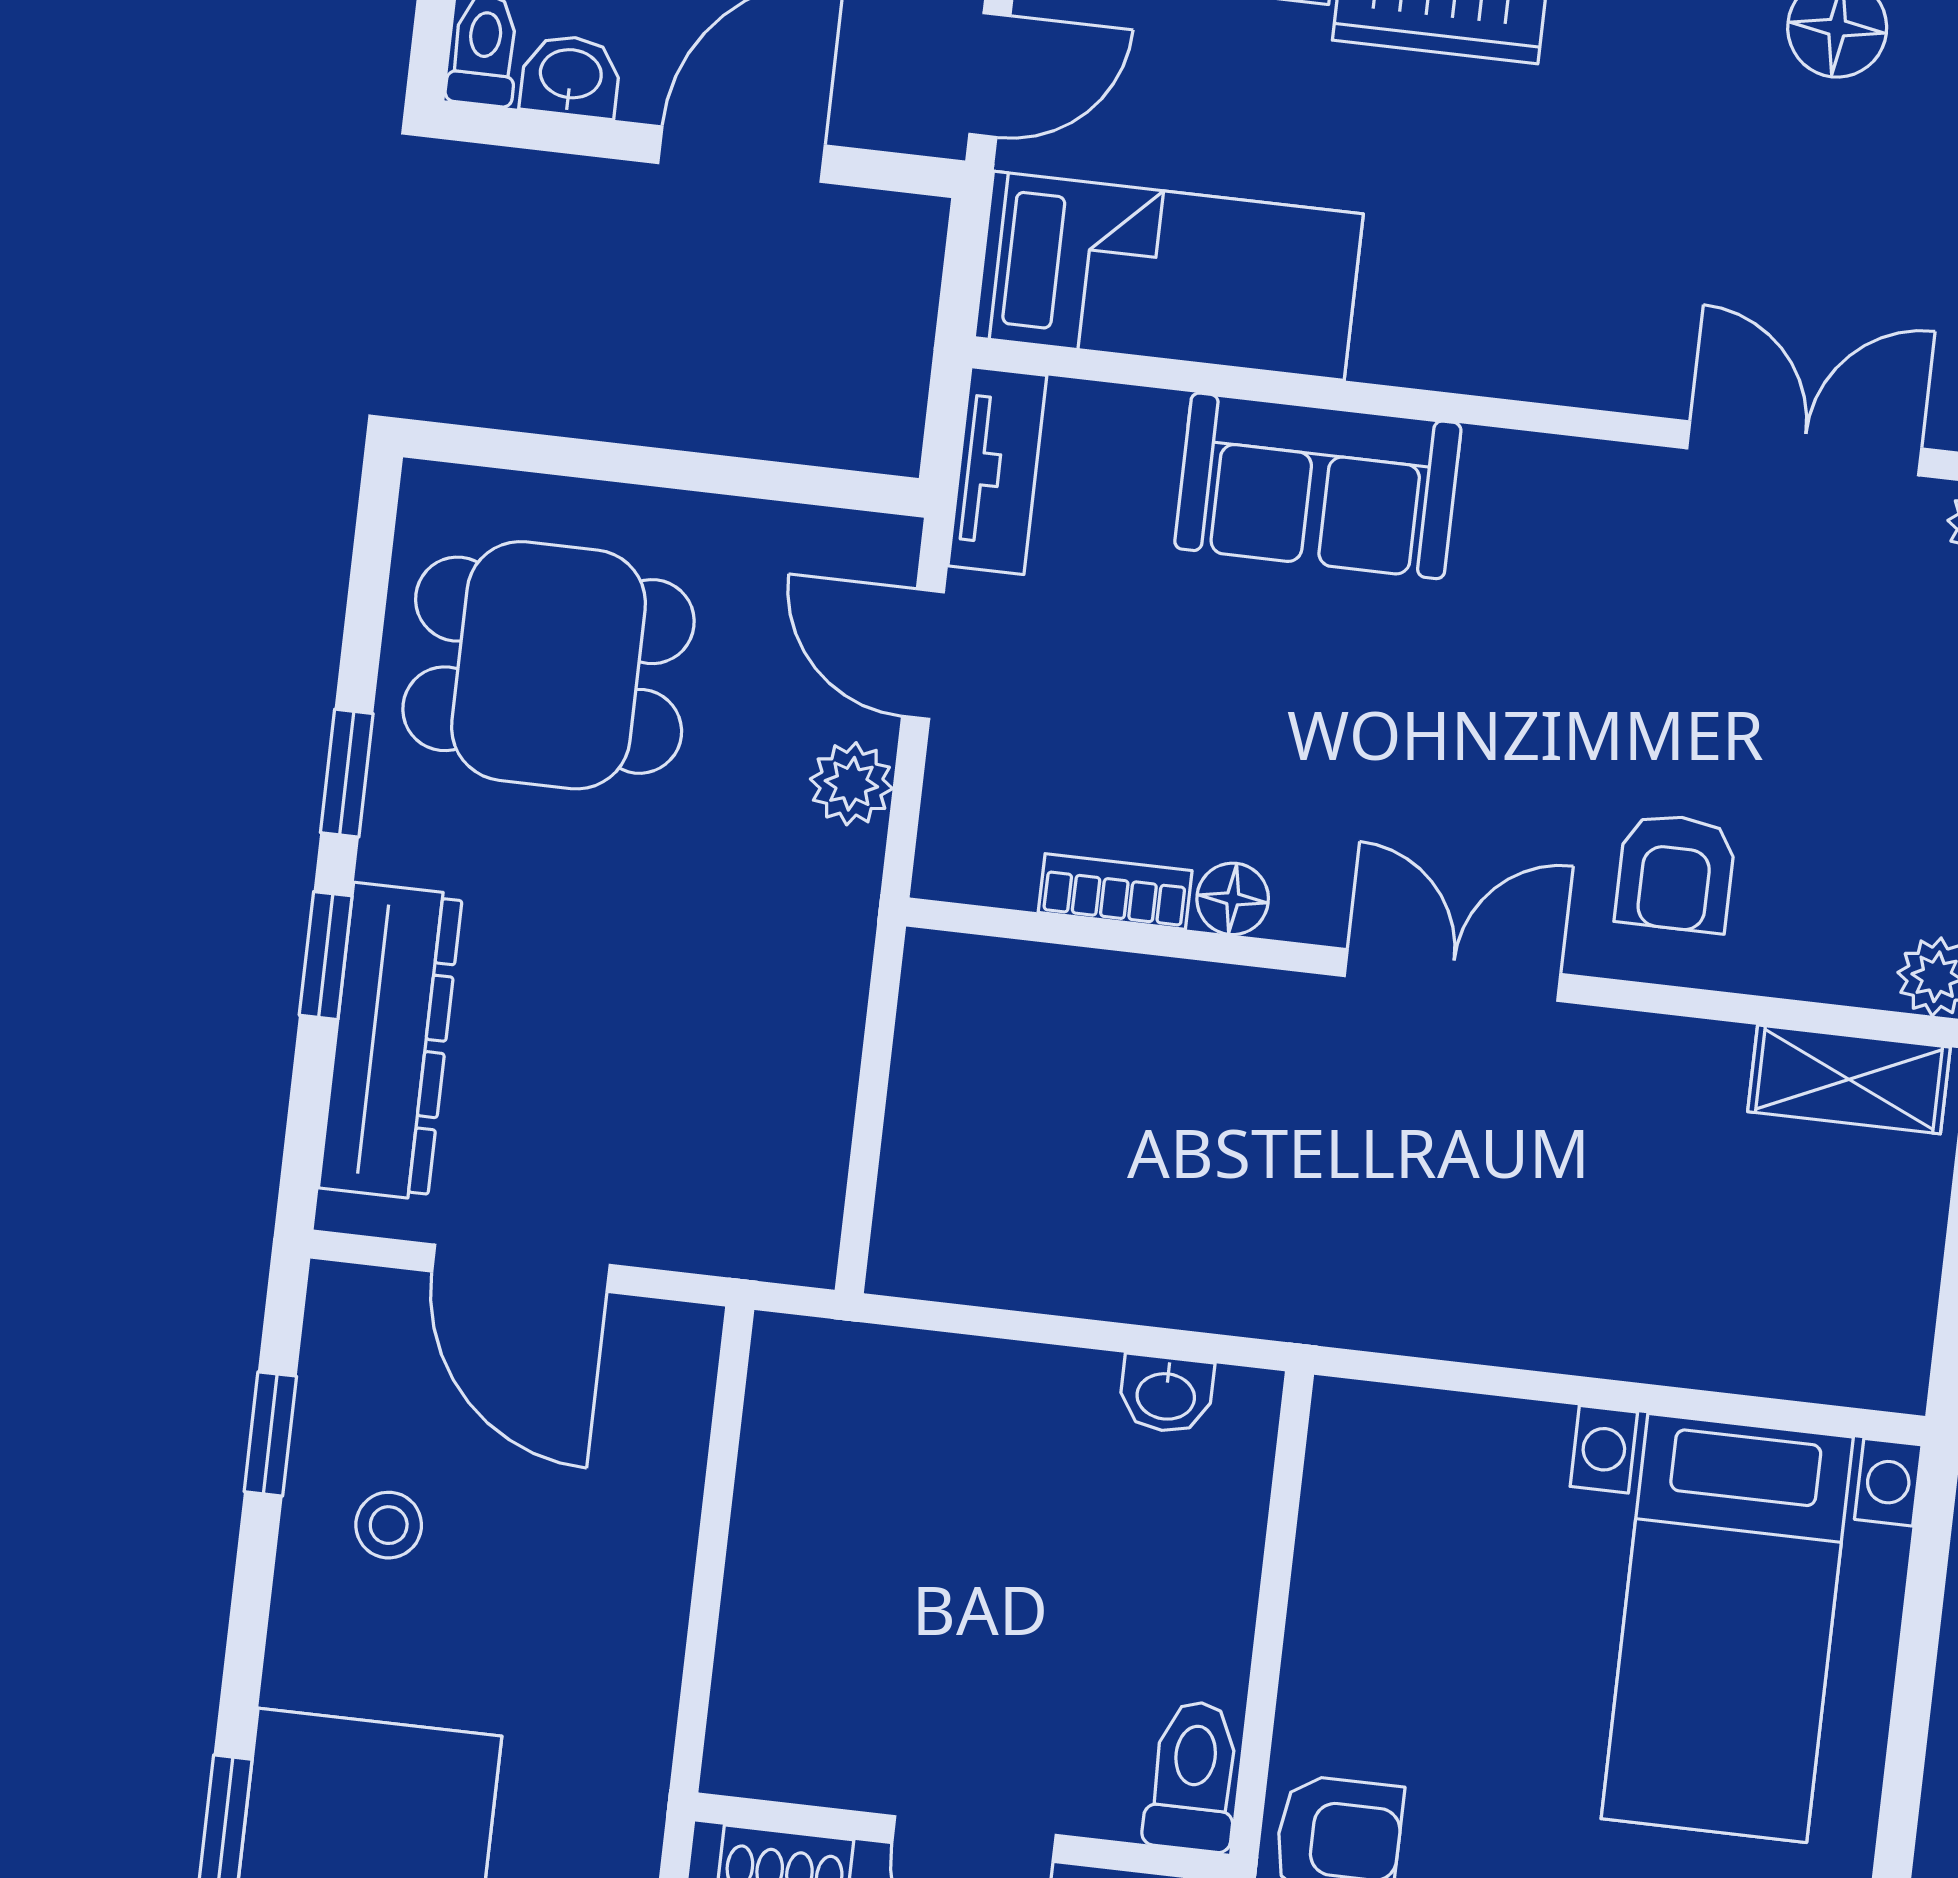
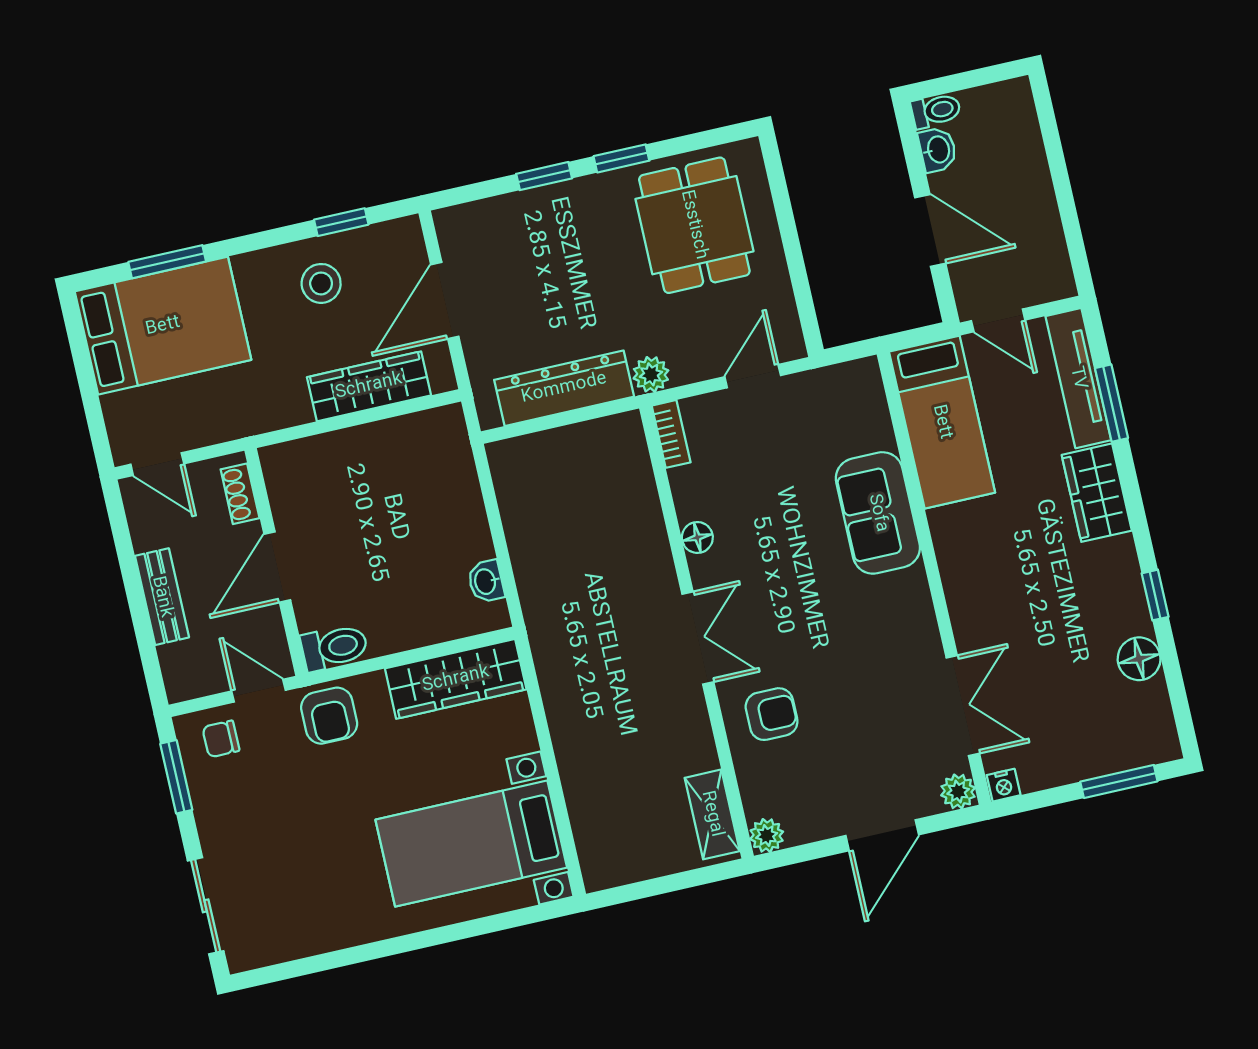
tv unit: (997, 471) -> (838, 380), removed
plant: (851, 784) -> (651, 374), moved
armchair: (1675, 873) -> (772, 714), turned 180
bookcase: (1115, 891) -> (671, 434), moved
dresser: (391, 1041) -> (564, 388), moved, turned 180
wardrobe: (650, 1500) -> (369, 386), added
stool: (389, 1525) -> (321, 283), width x1.37, depth x1.37
wardrobe: (1356, 1535) -> (456, 679), added

